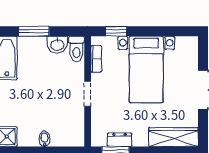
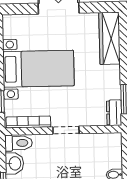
bookcase: (96, 59) -> (28, 122), width x1.56
dresser: (120, 140) -> (114, 113), moved

